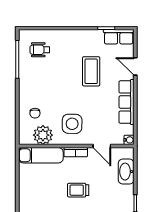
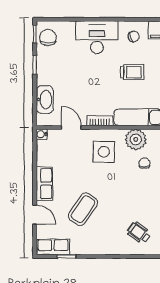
wheelchair: (40, 50) -> (139, 233), turned -144
coffee table: (91, 71) -> (83, 209), turned 34
row of seats: (127, 102) -> (44, 184), width x0.68
trolley: (78, 190) -> (132, 72), moved

